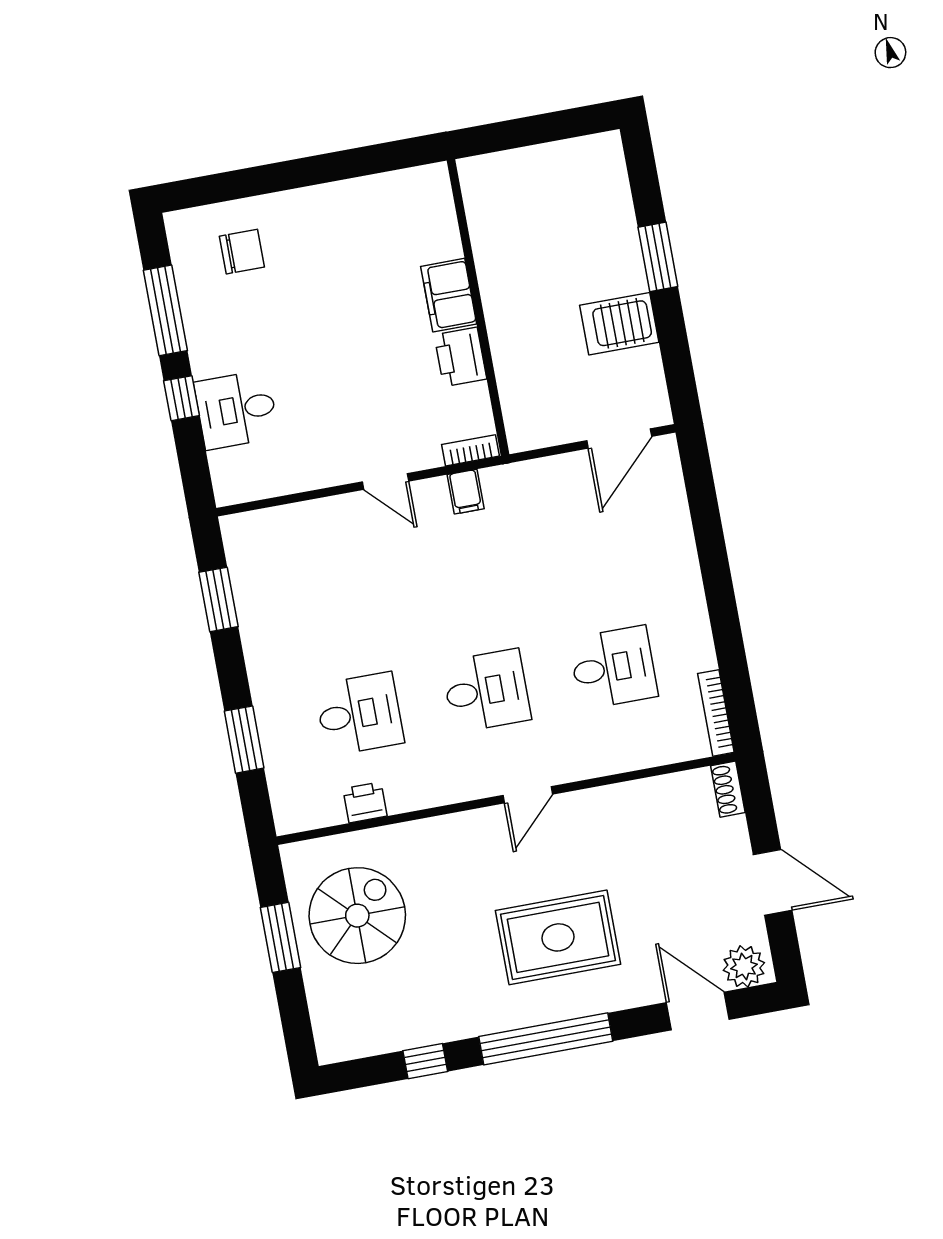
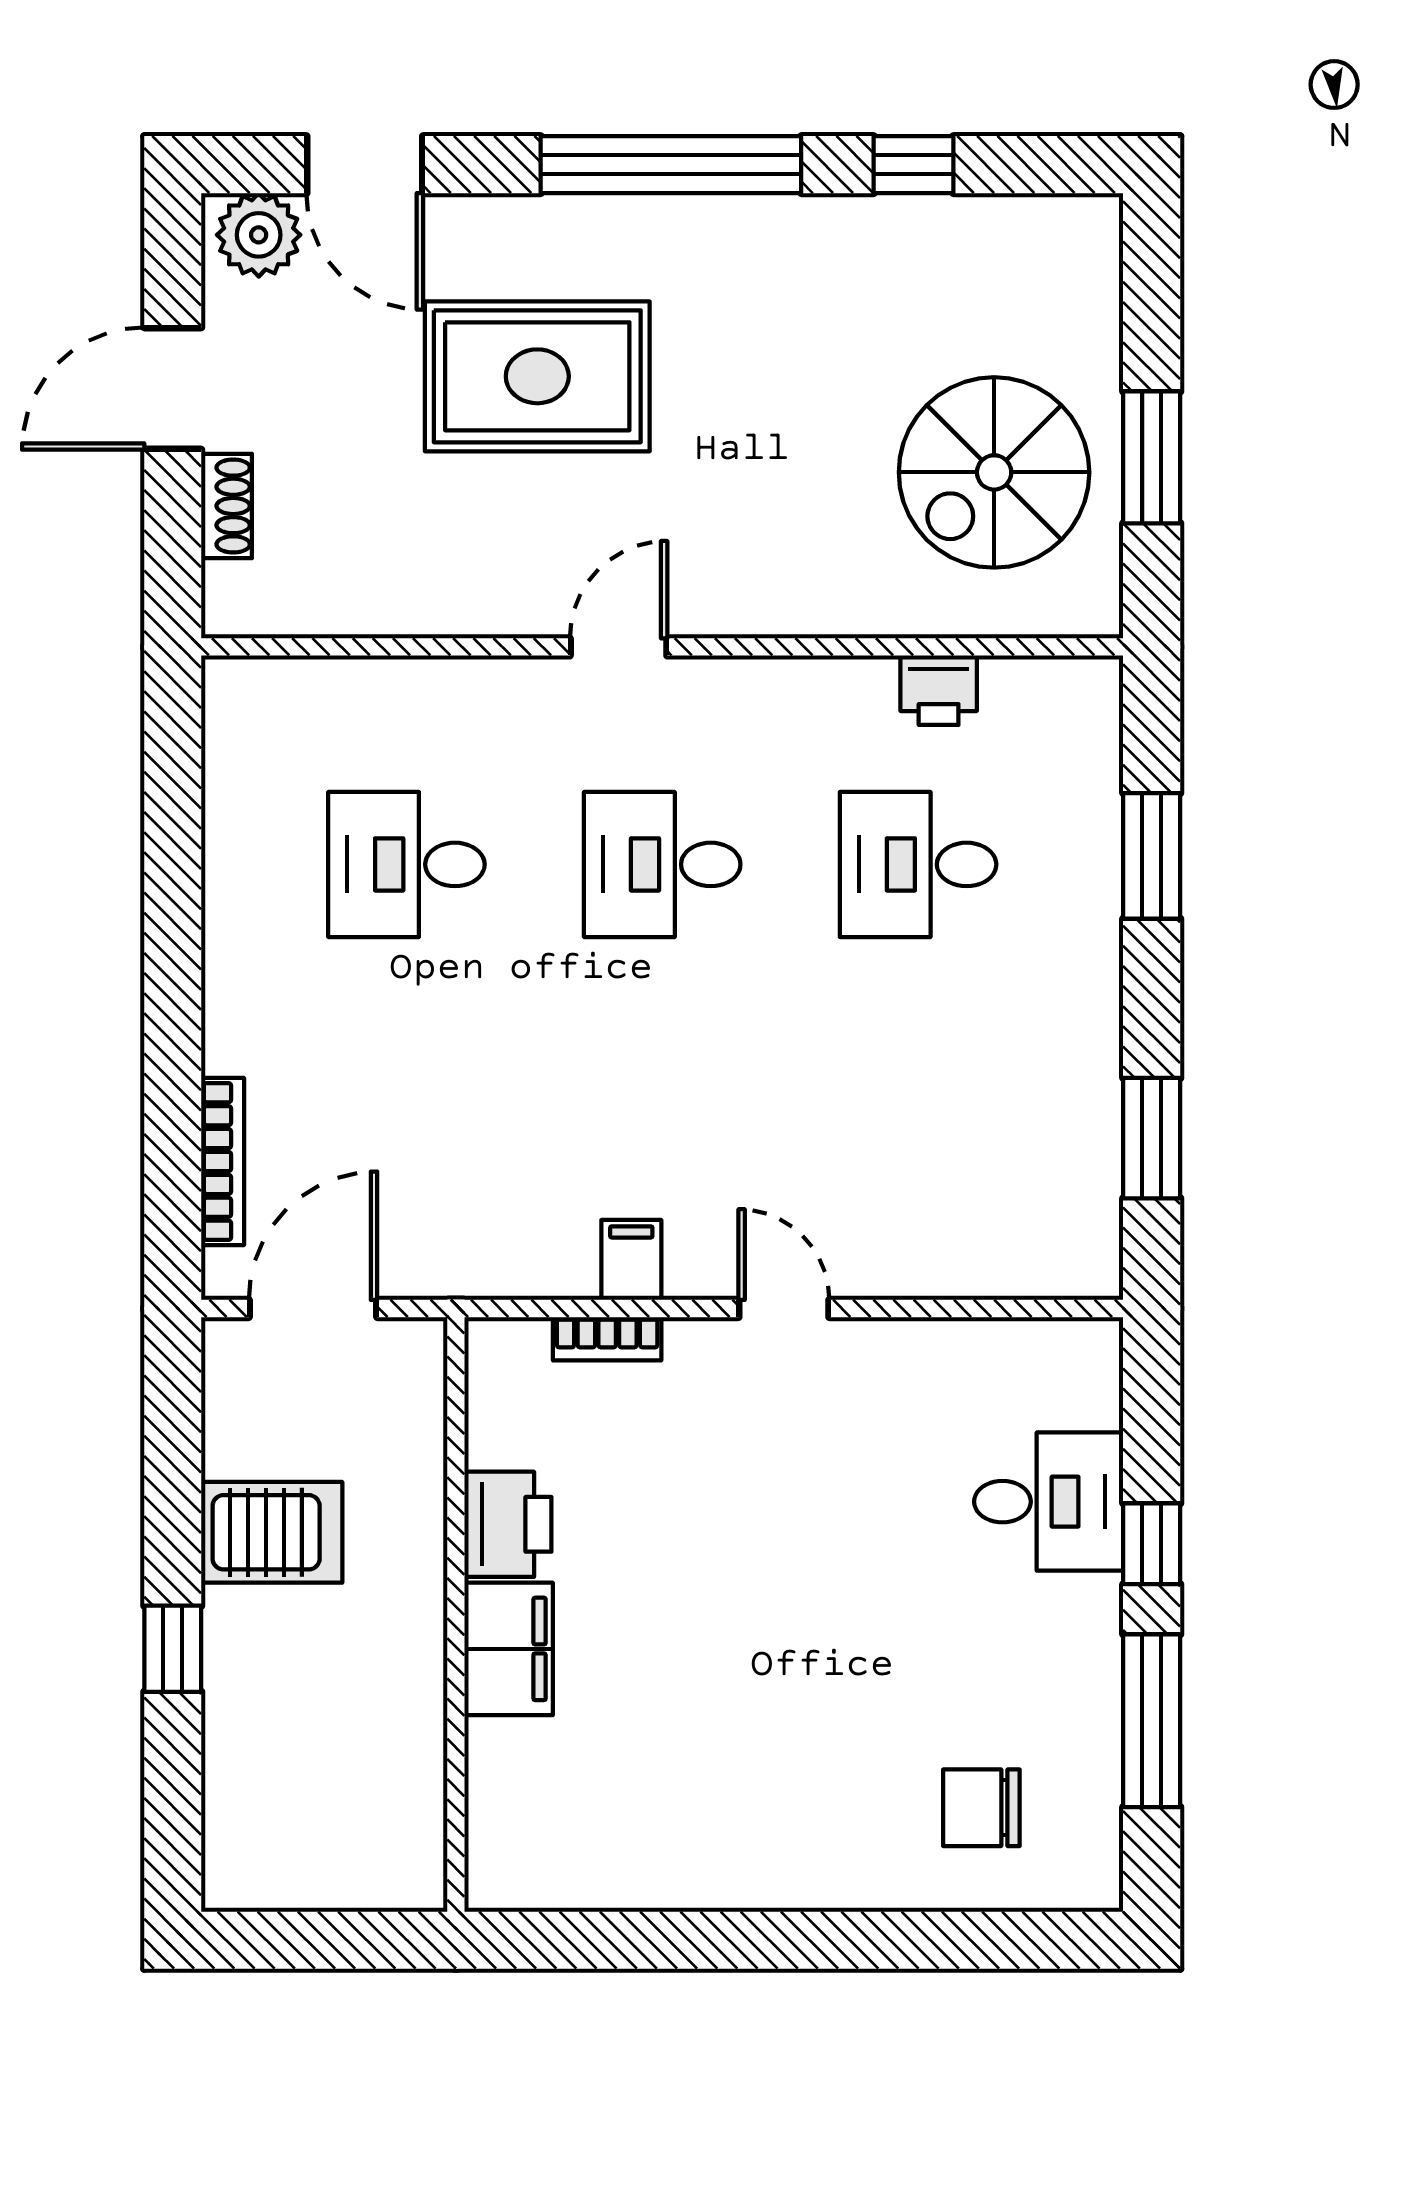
window: (658, 257) -> (173, 1649), width x0.67
filing cabinet: (449, 295) -> (509, 1649), moved
wall: (478, 307) -> (456, 1614), moved
printer: (460, 357) -> (508, 1524), moved
bookcase: (716, 713) -> (223, 1161), moved
shoe rack: (728, 789) -> (227, 506), moved
door: (773, 882) -> (173, 389), hinge flipped
rug: (558, 937) -> (537, 376), moved

